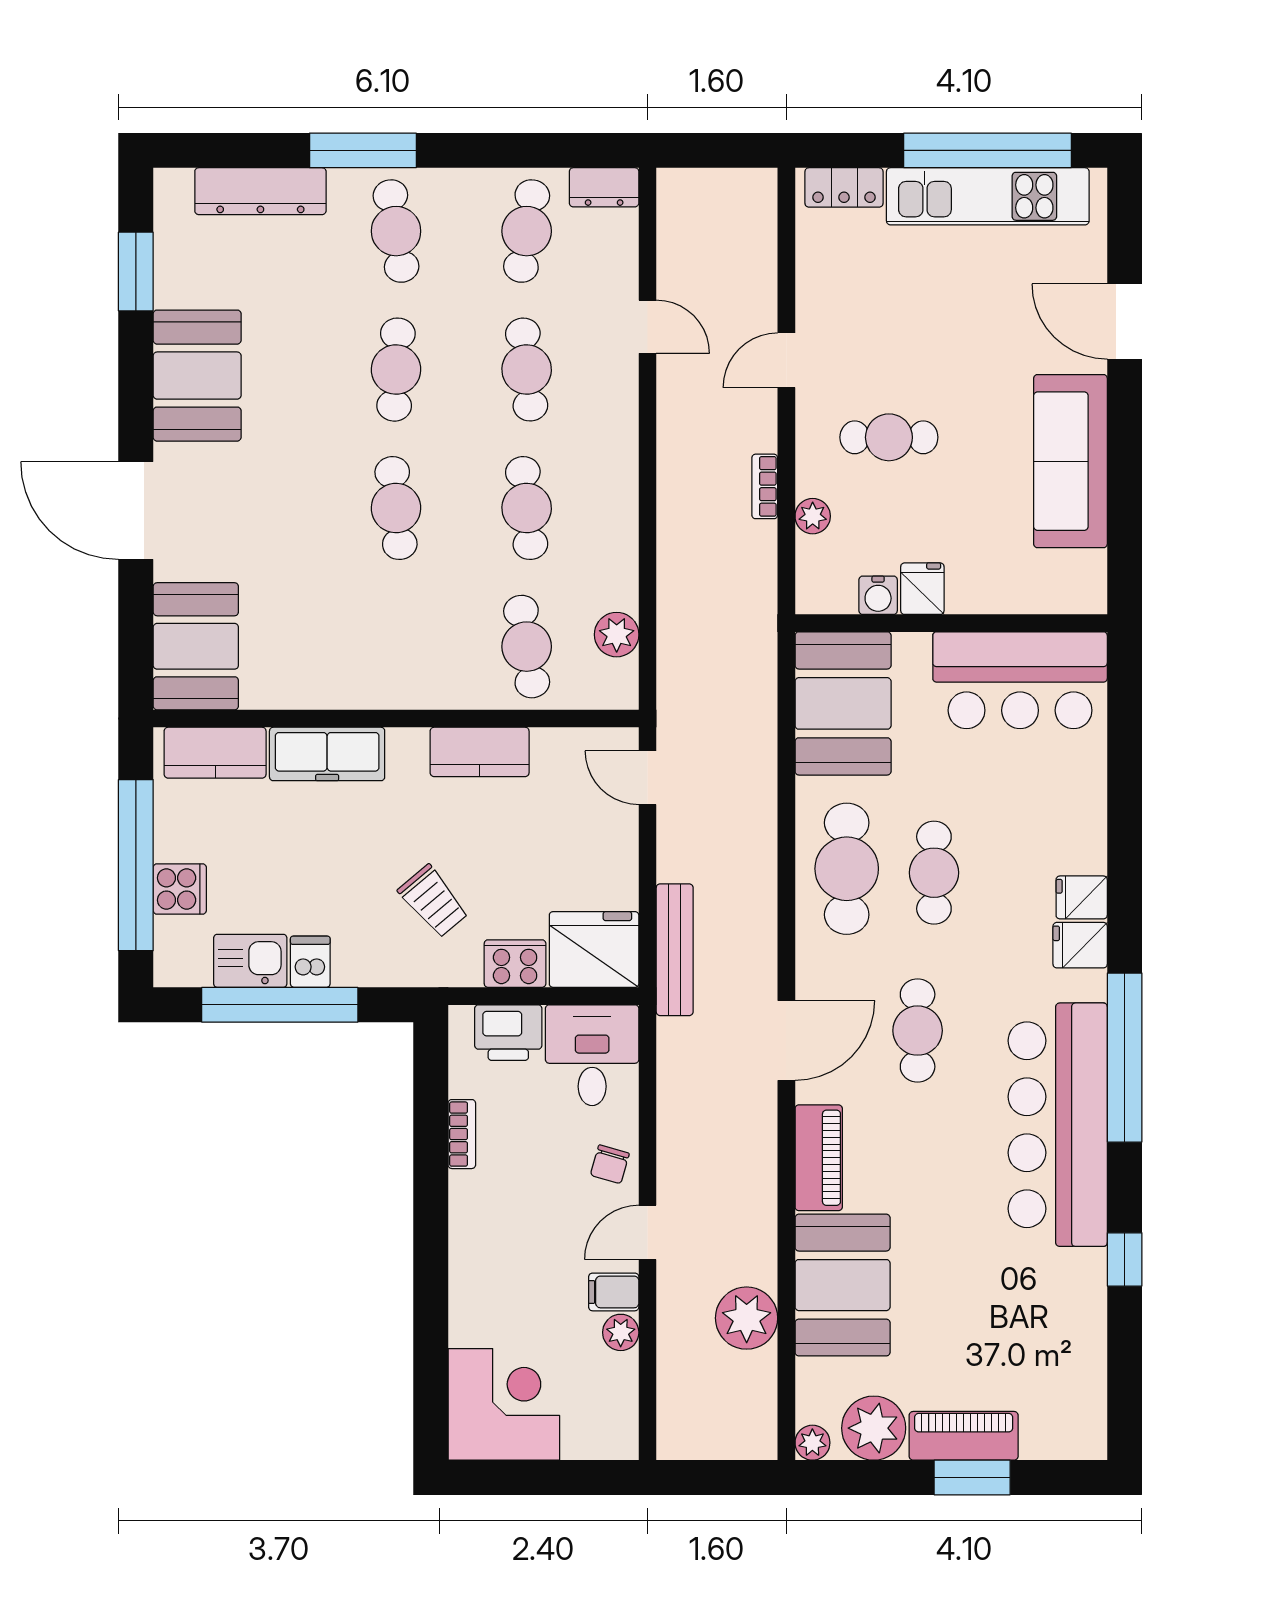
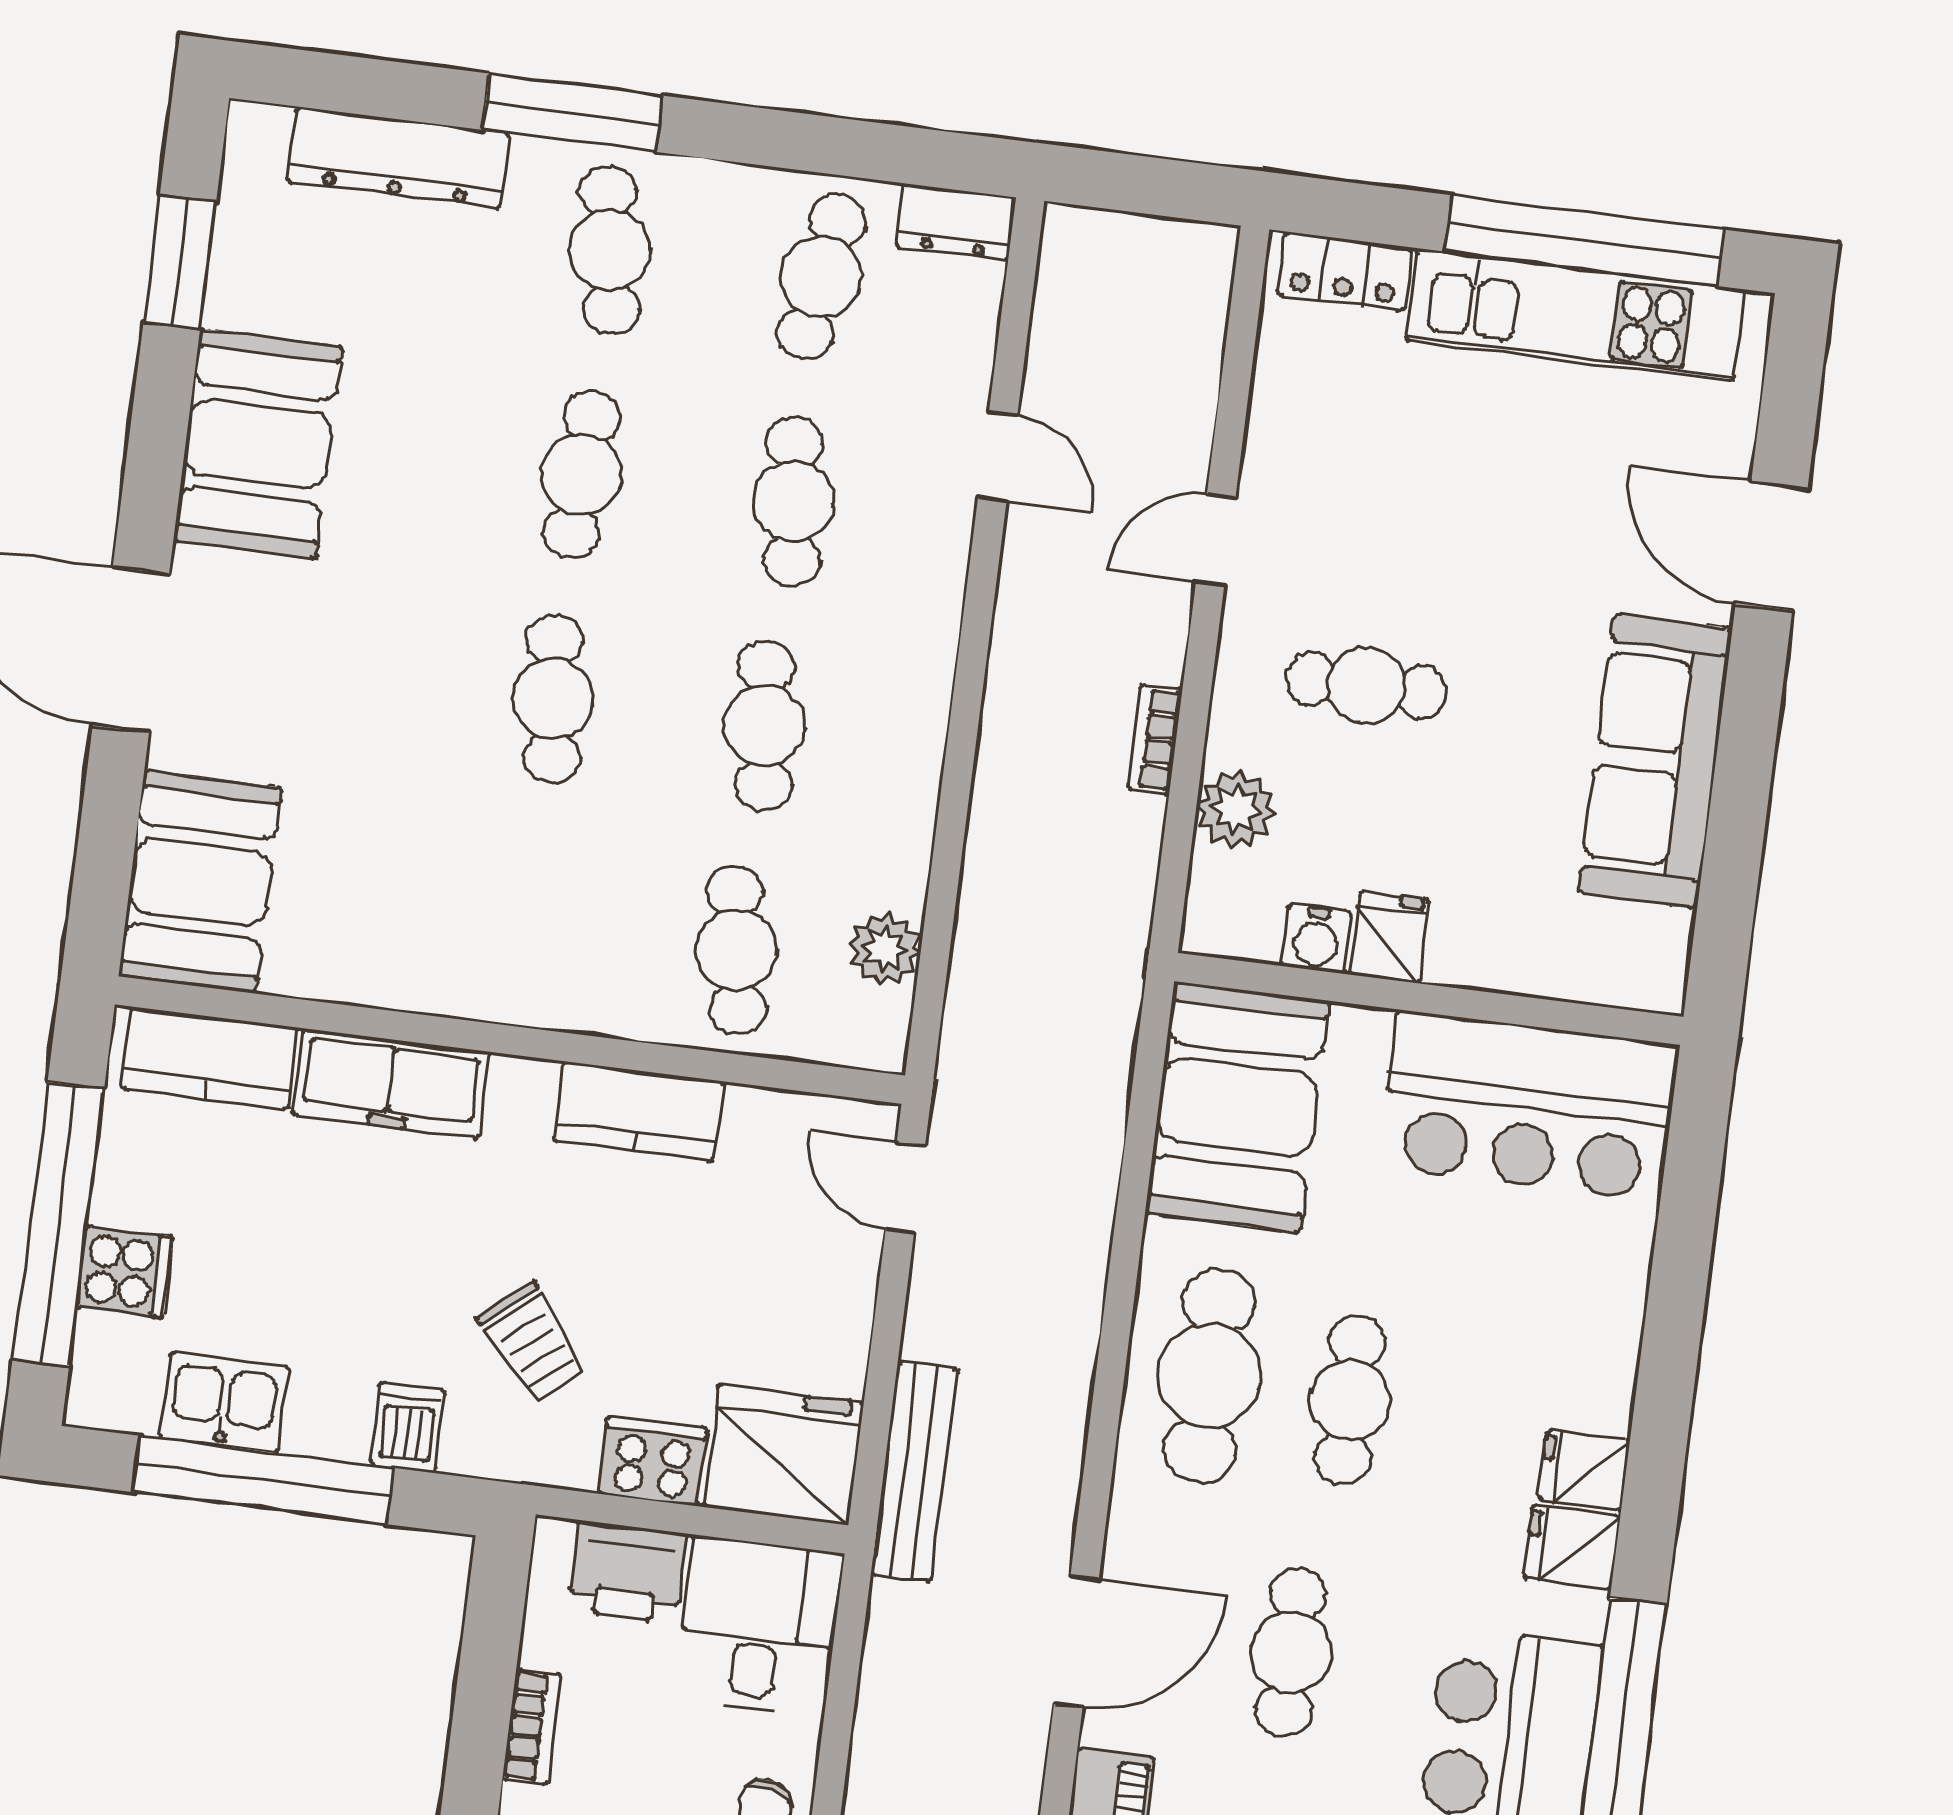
plant: (813, 516) -> (1236, 809), width x1.38, depth x1.38
dishwasher: (310, 962) -> (408, 1428), moved

